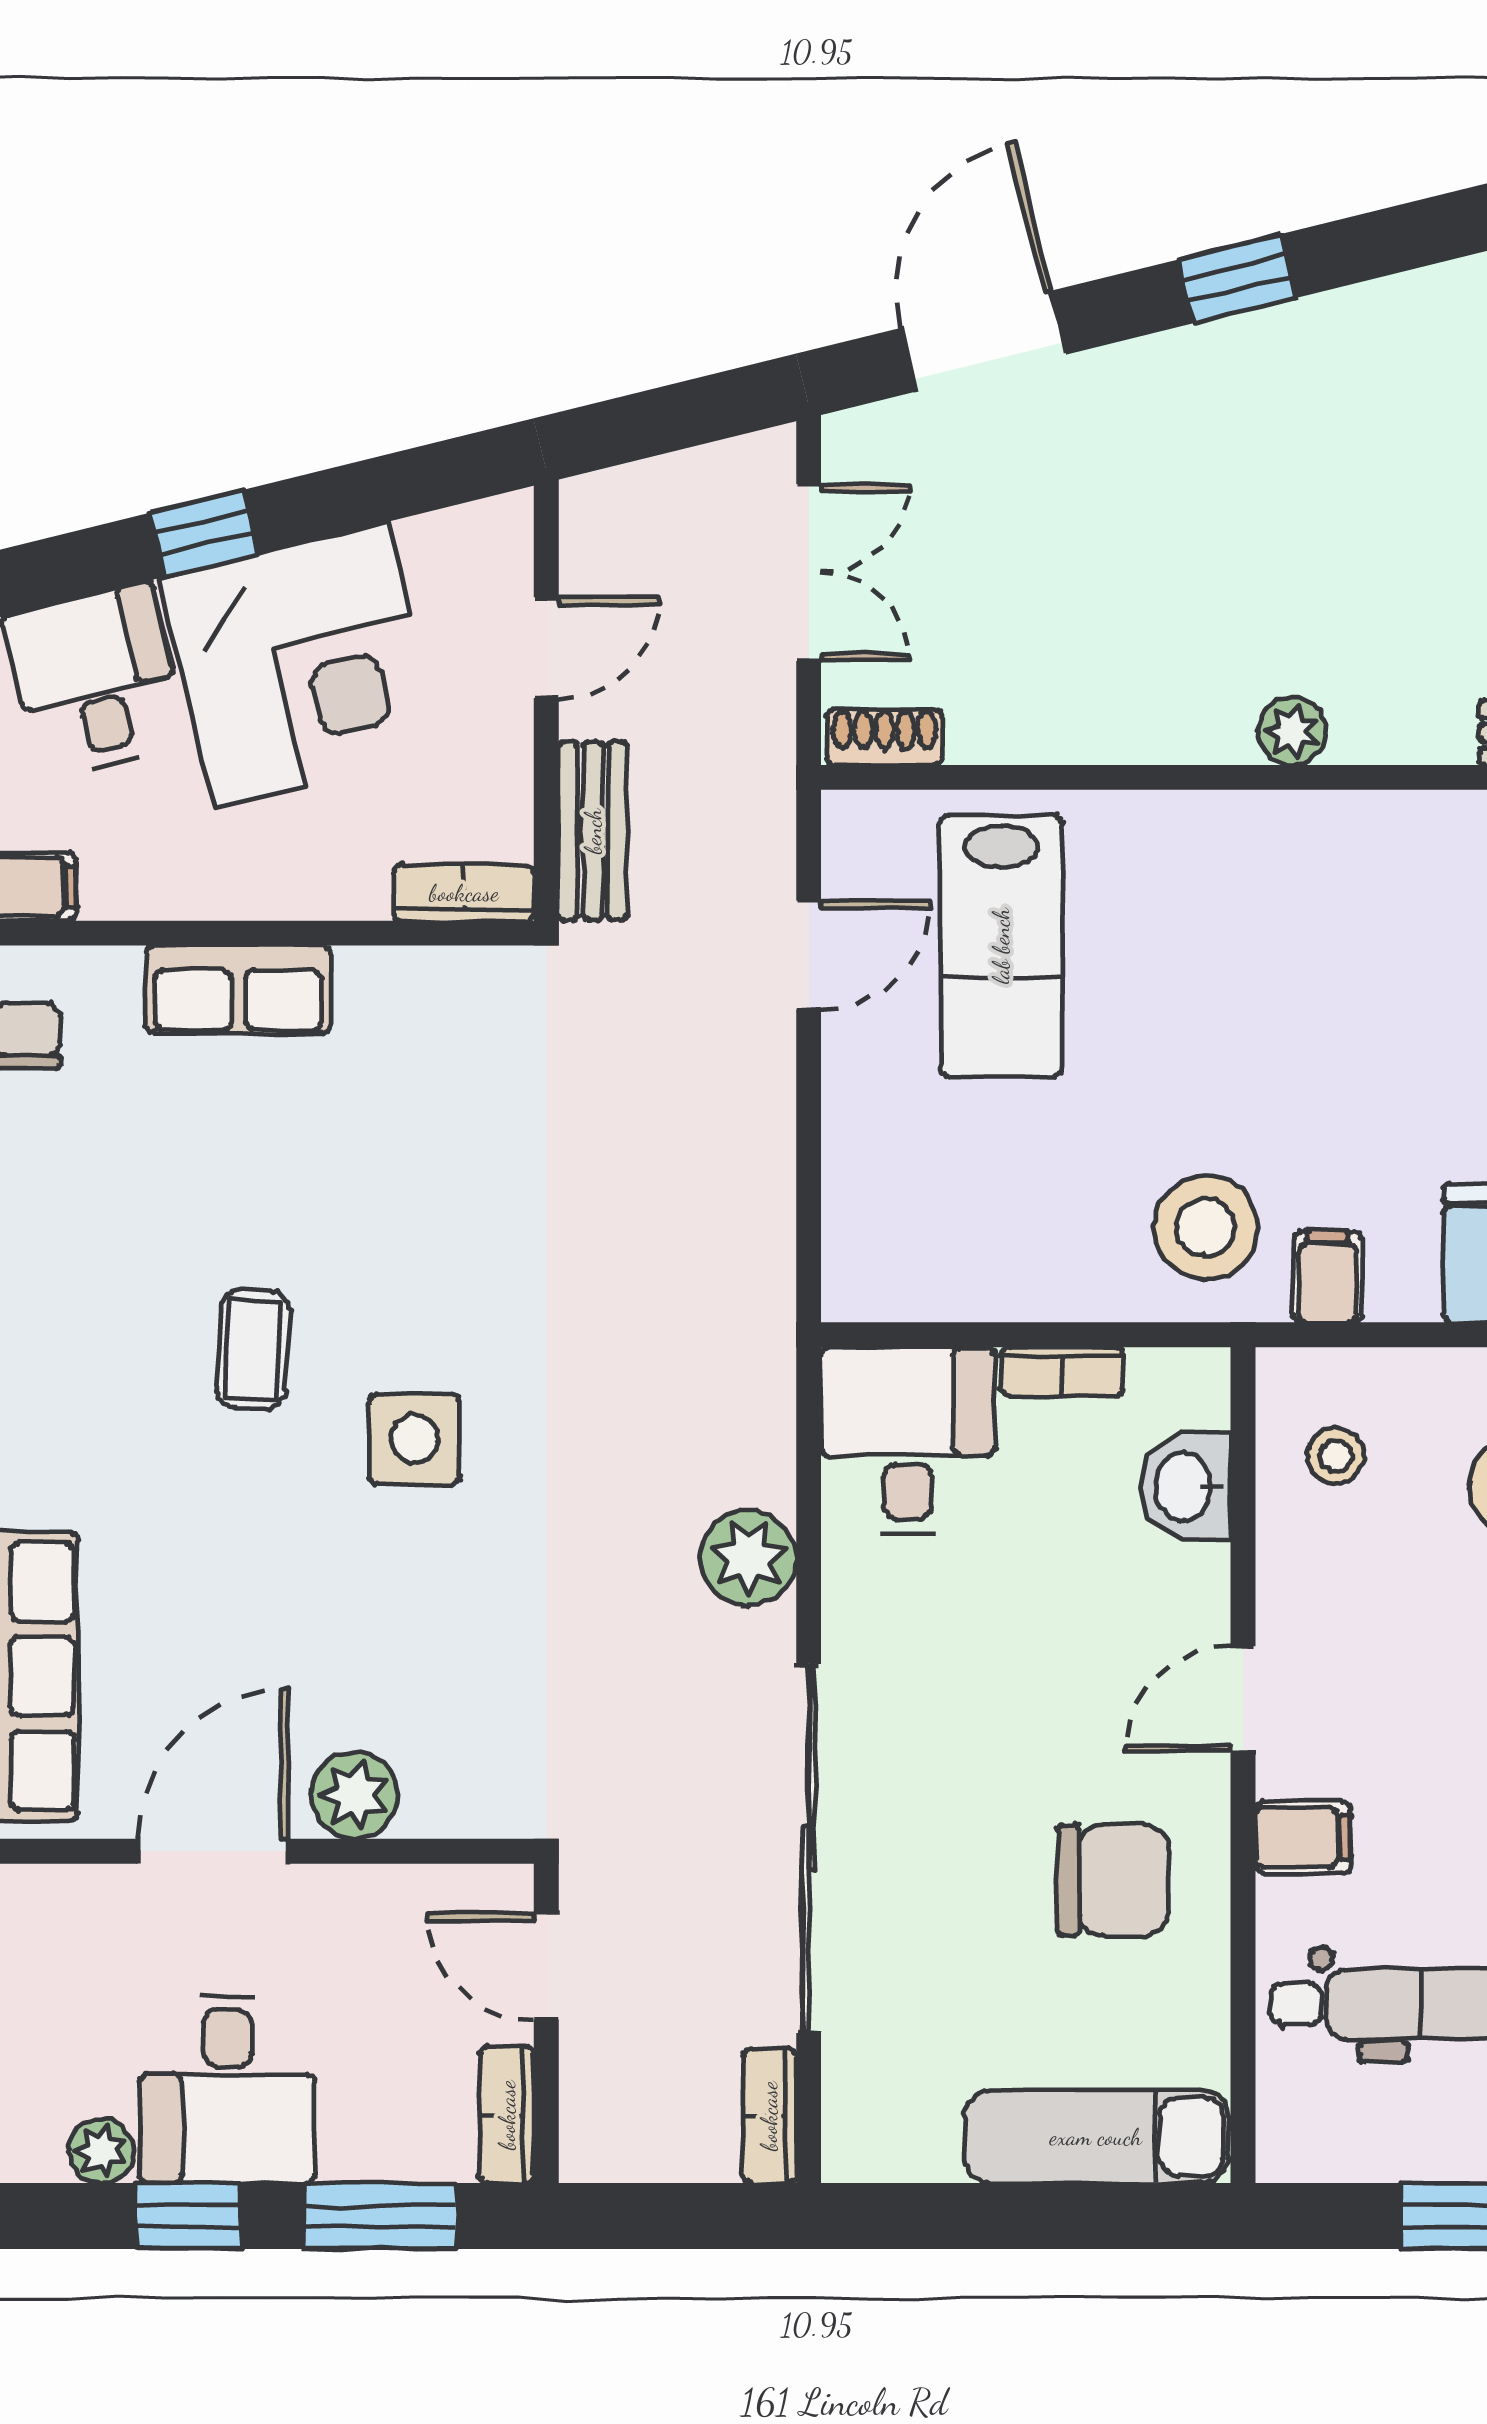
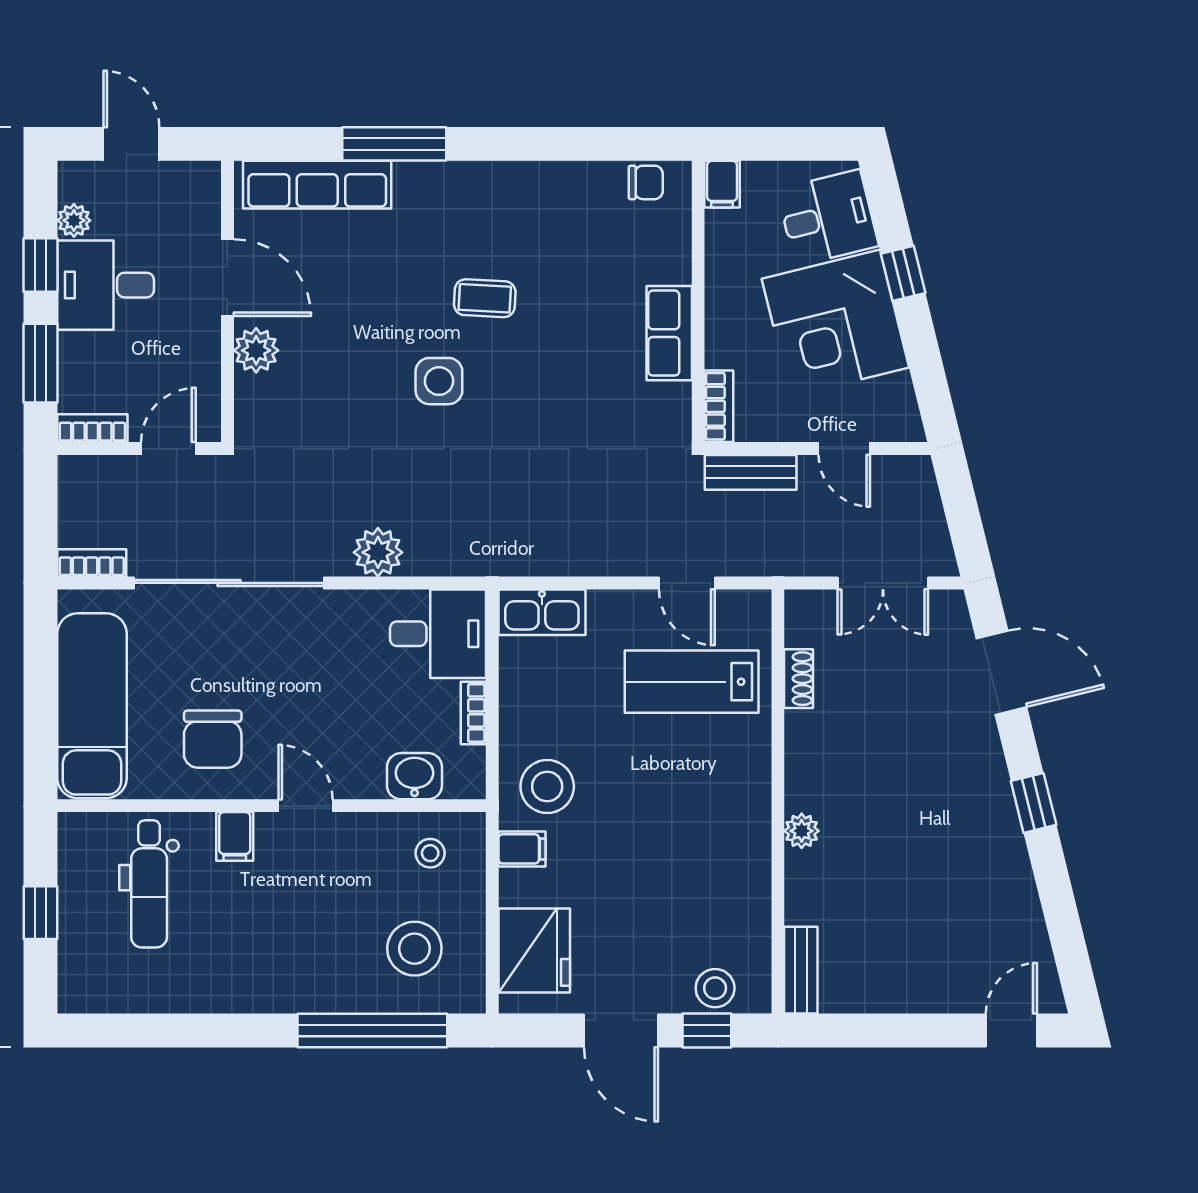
shoe rack: (884, 737) -> (799, 679), moved
row of seats: (238, 989) -> (669, 333), moved
kitchen sink: (866, 1238) -> (542, 612), added
exam couch: (1096, 2137) -> (92, 706), width x1.36, depth x1.45

